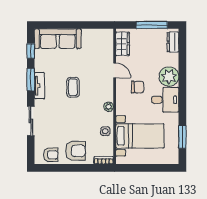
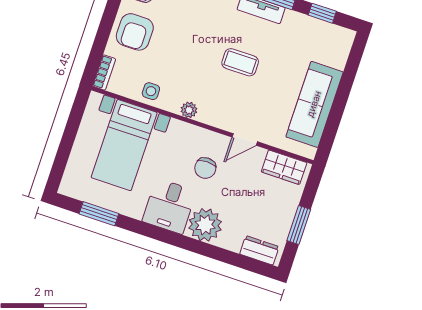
window: (152, 25) -> (299, 225), width x0.69
sofa: (58, 39) -> (314, 104), moved

